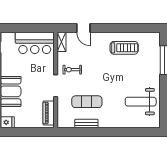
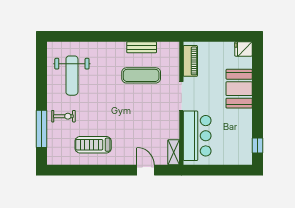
bar counter: (35, 43) -> (197, 136), moved, turned 90
exercise bike: (72, 70) -> (63, 116), moved
weight bench: (141, 102) -> (72, 76), turned 90

